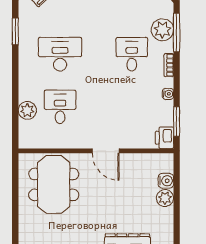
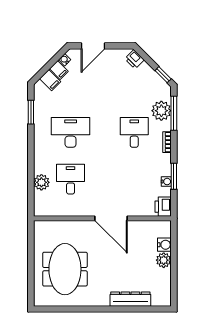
water cooler: (168, 94) -> (166, 182), moved
window: (177, 121) -> (174, 176), moved
door: (106, 151) -> (111, 218), width x1.36
meeting table: (54, 184) -> (65, 269), moved

